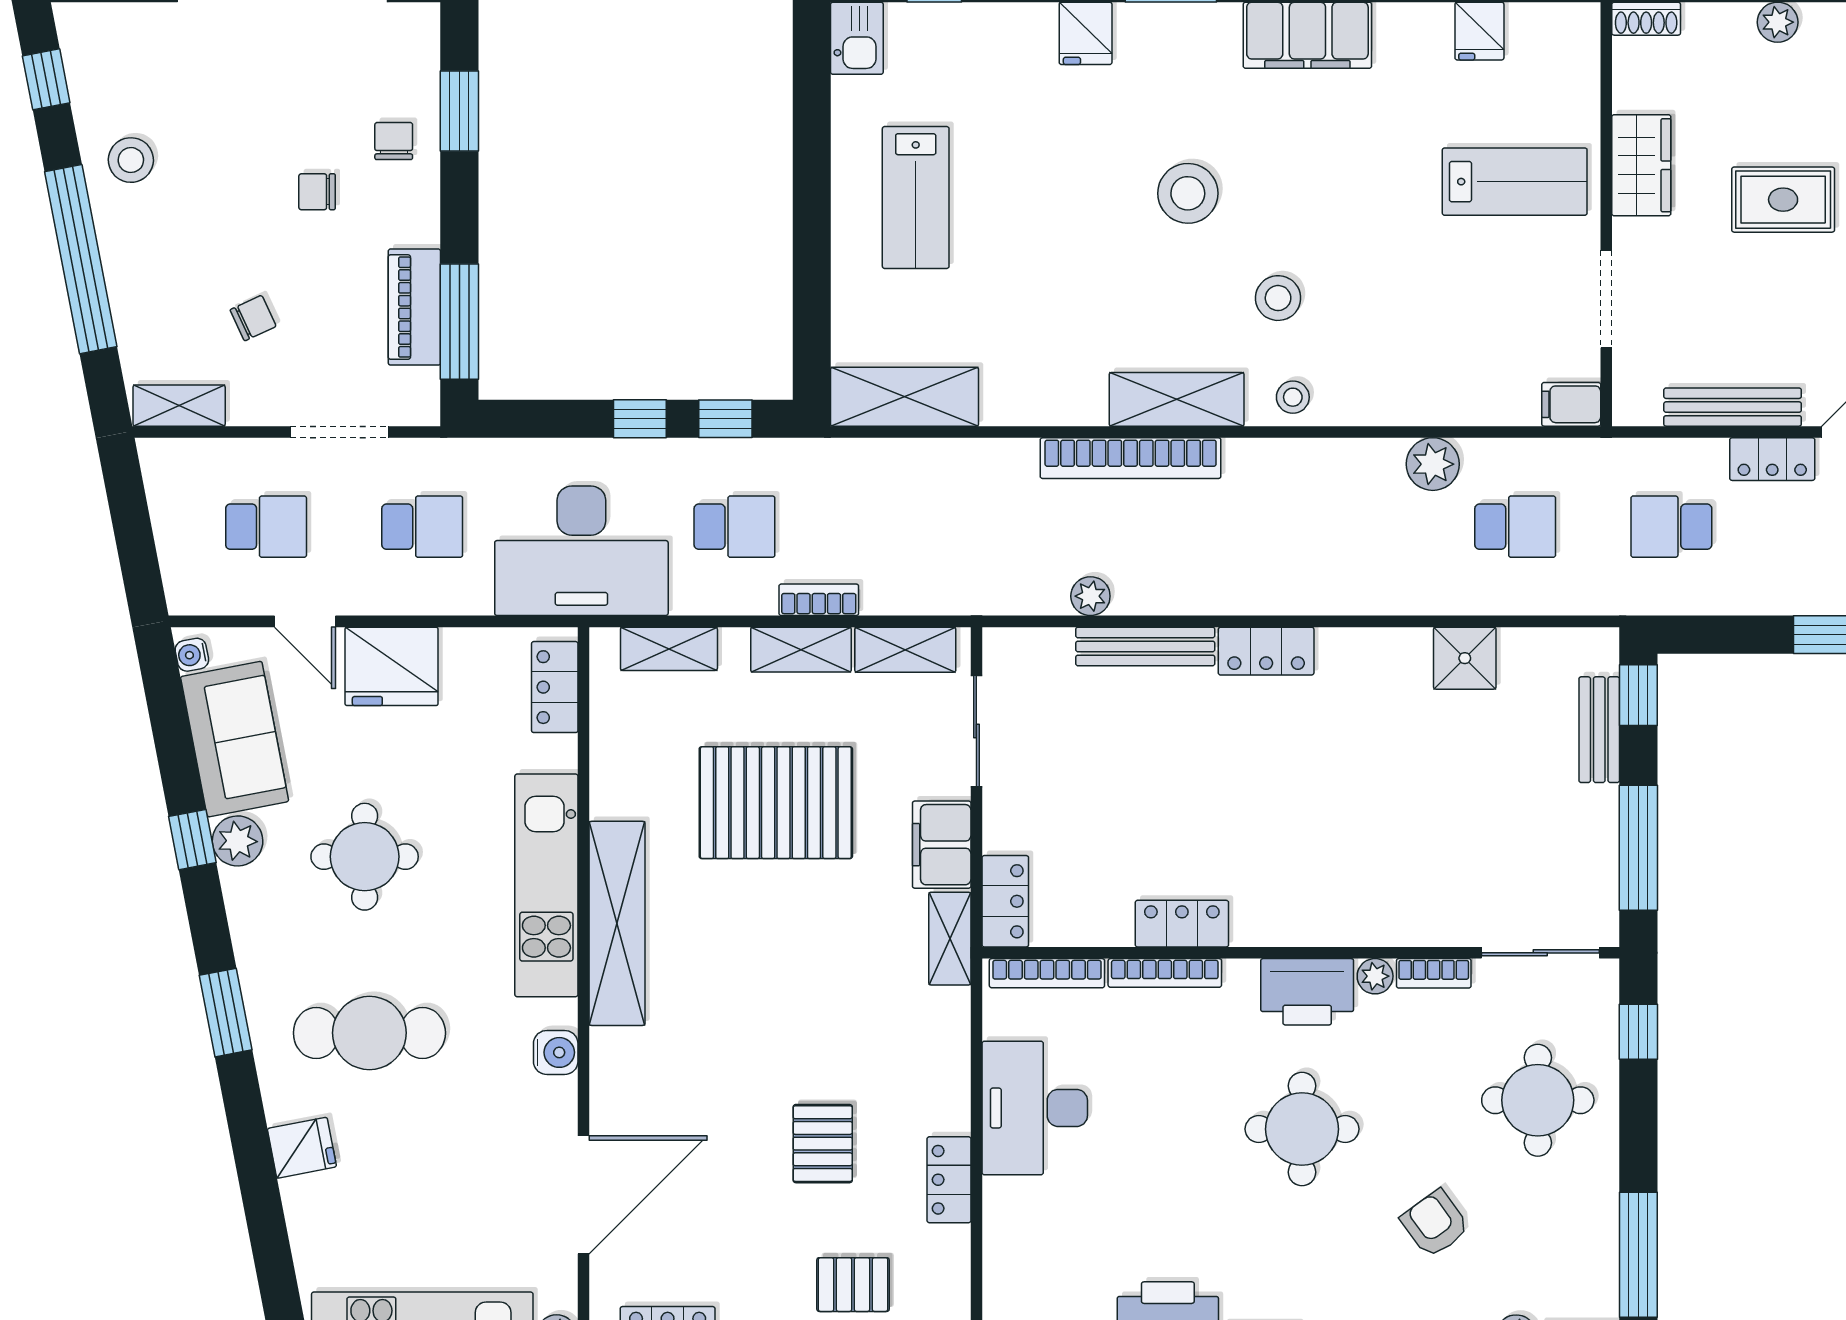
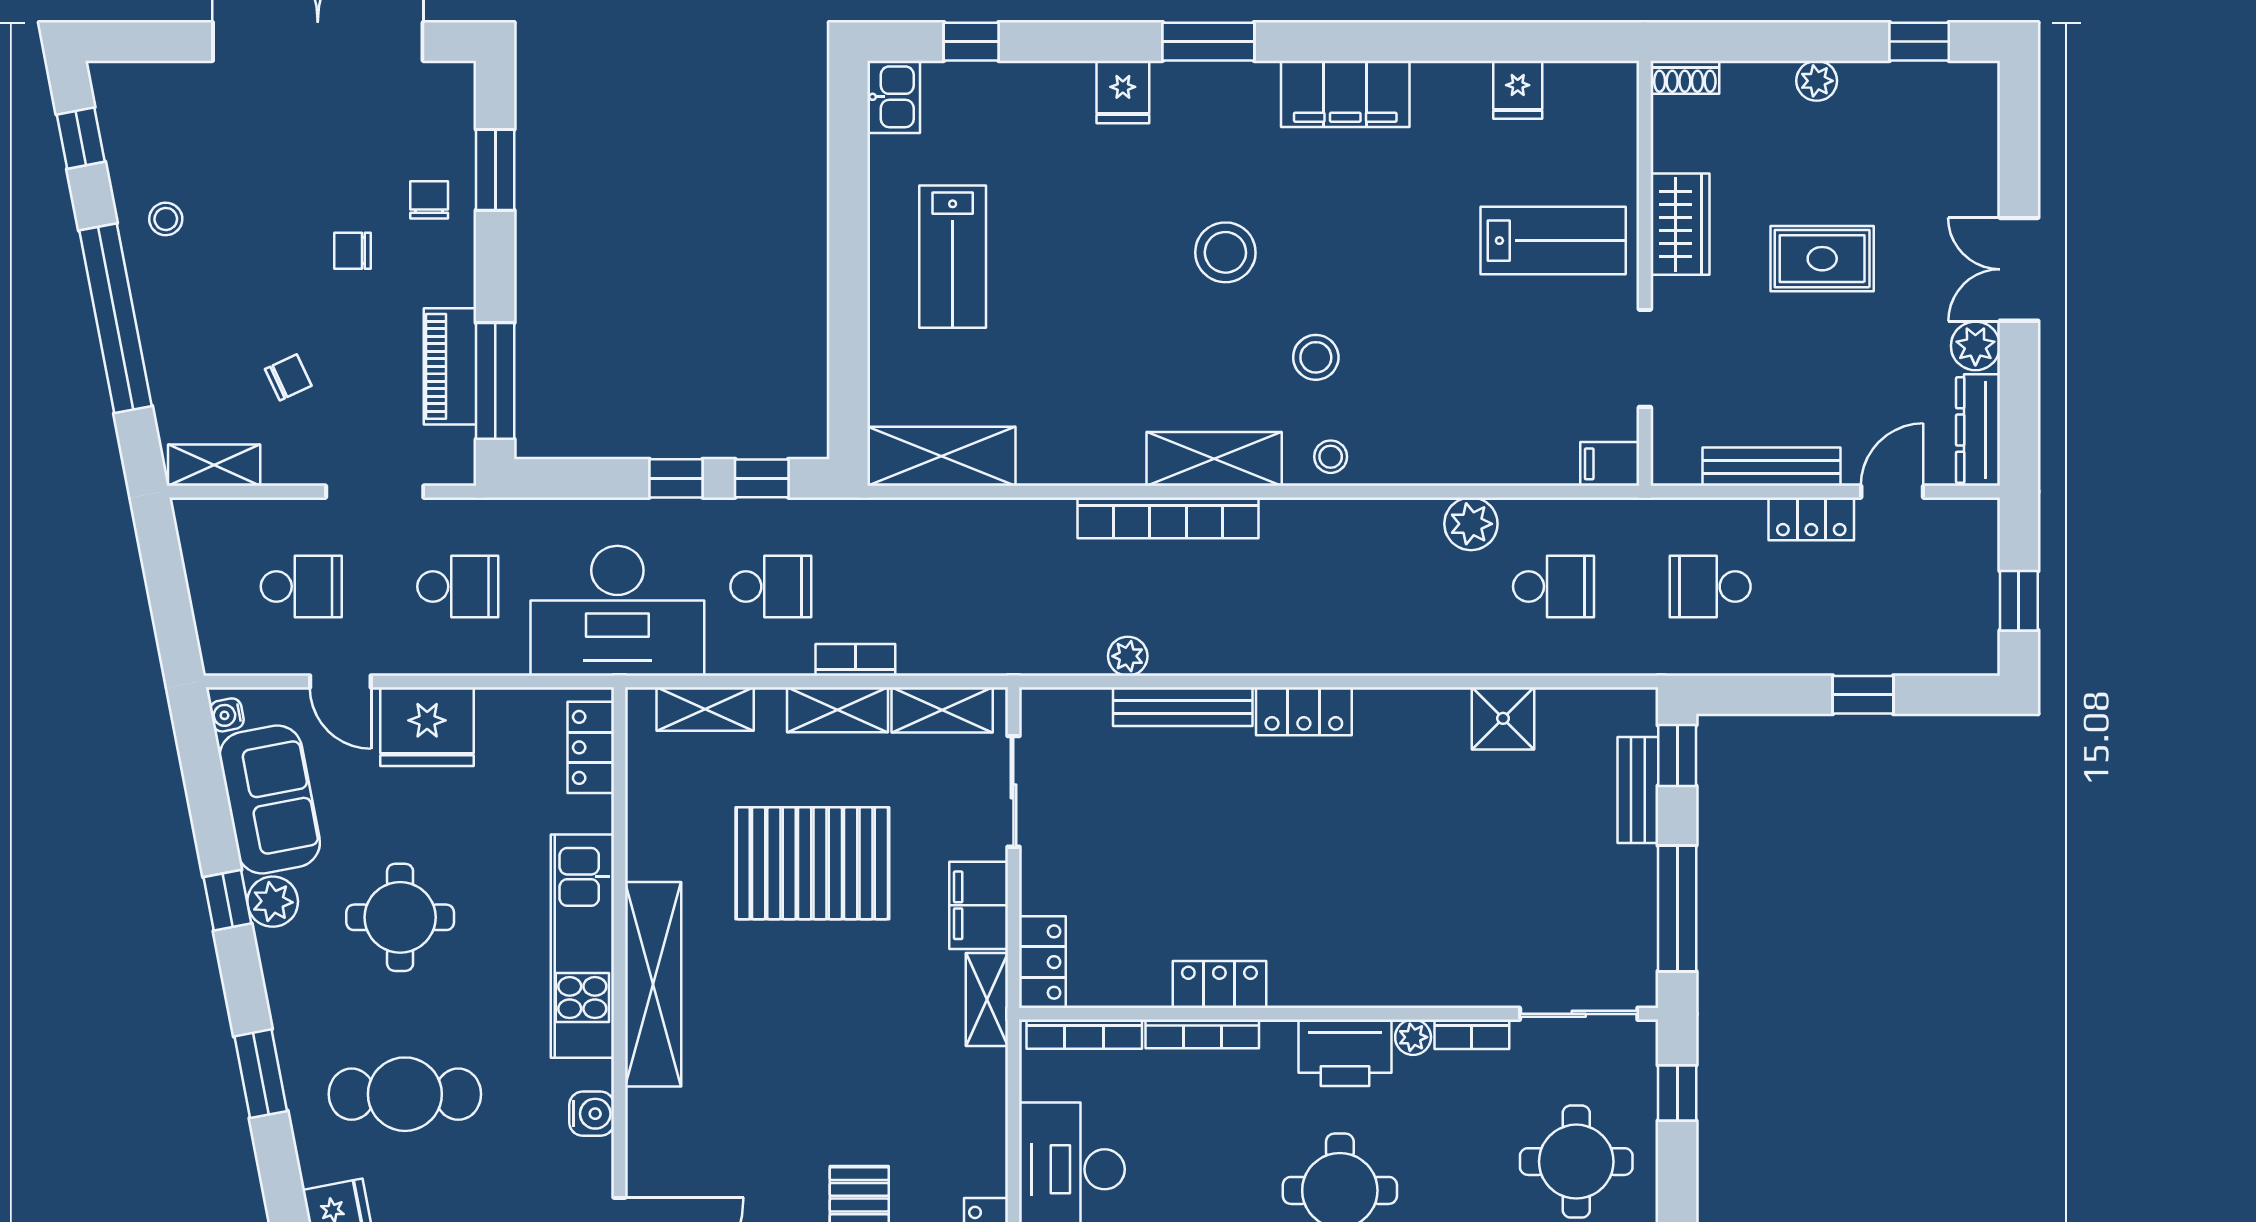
stool: (131, 160) -> (166, 219), width x0.73, depth x0.73

